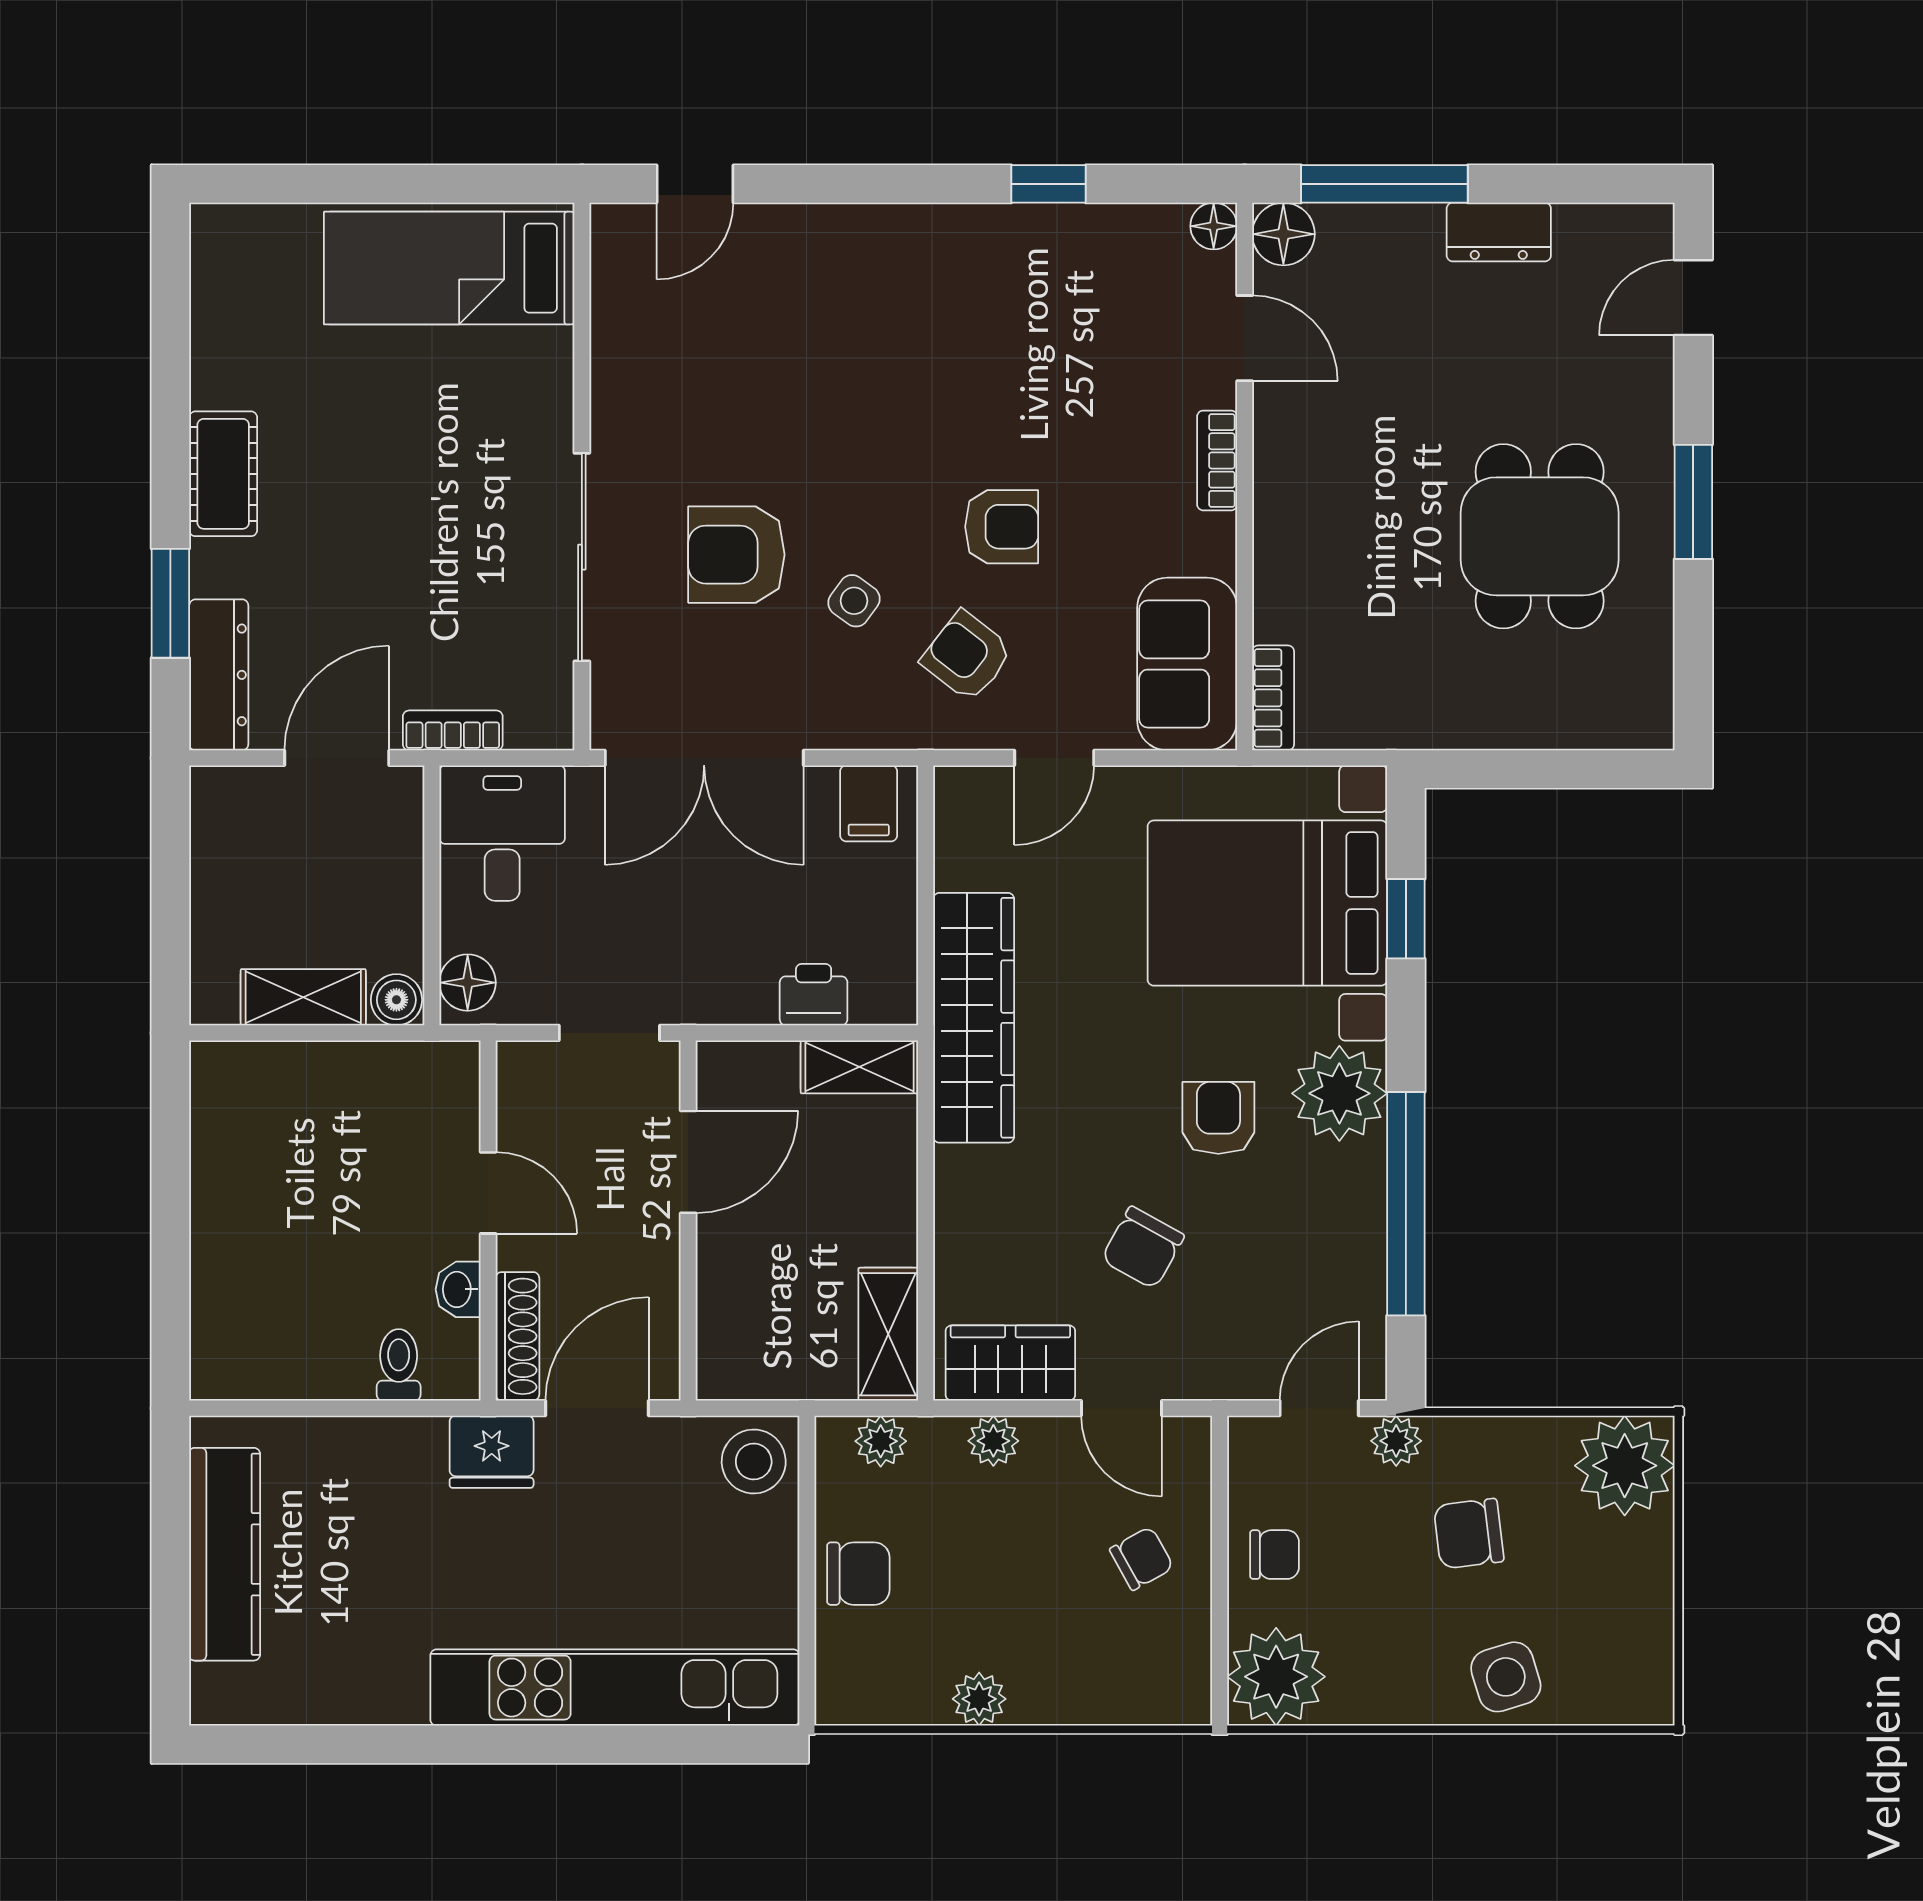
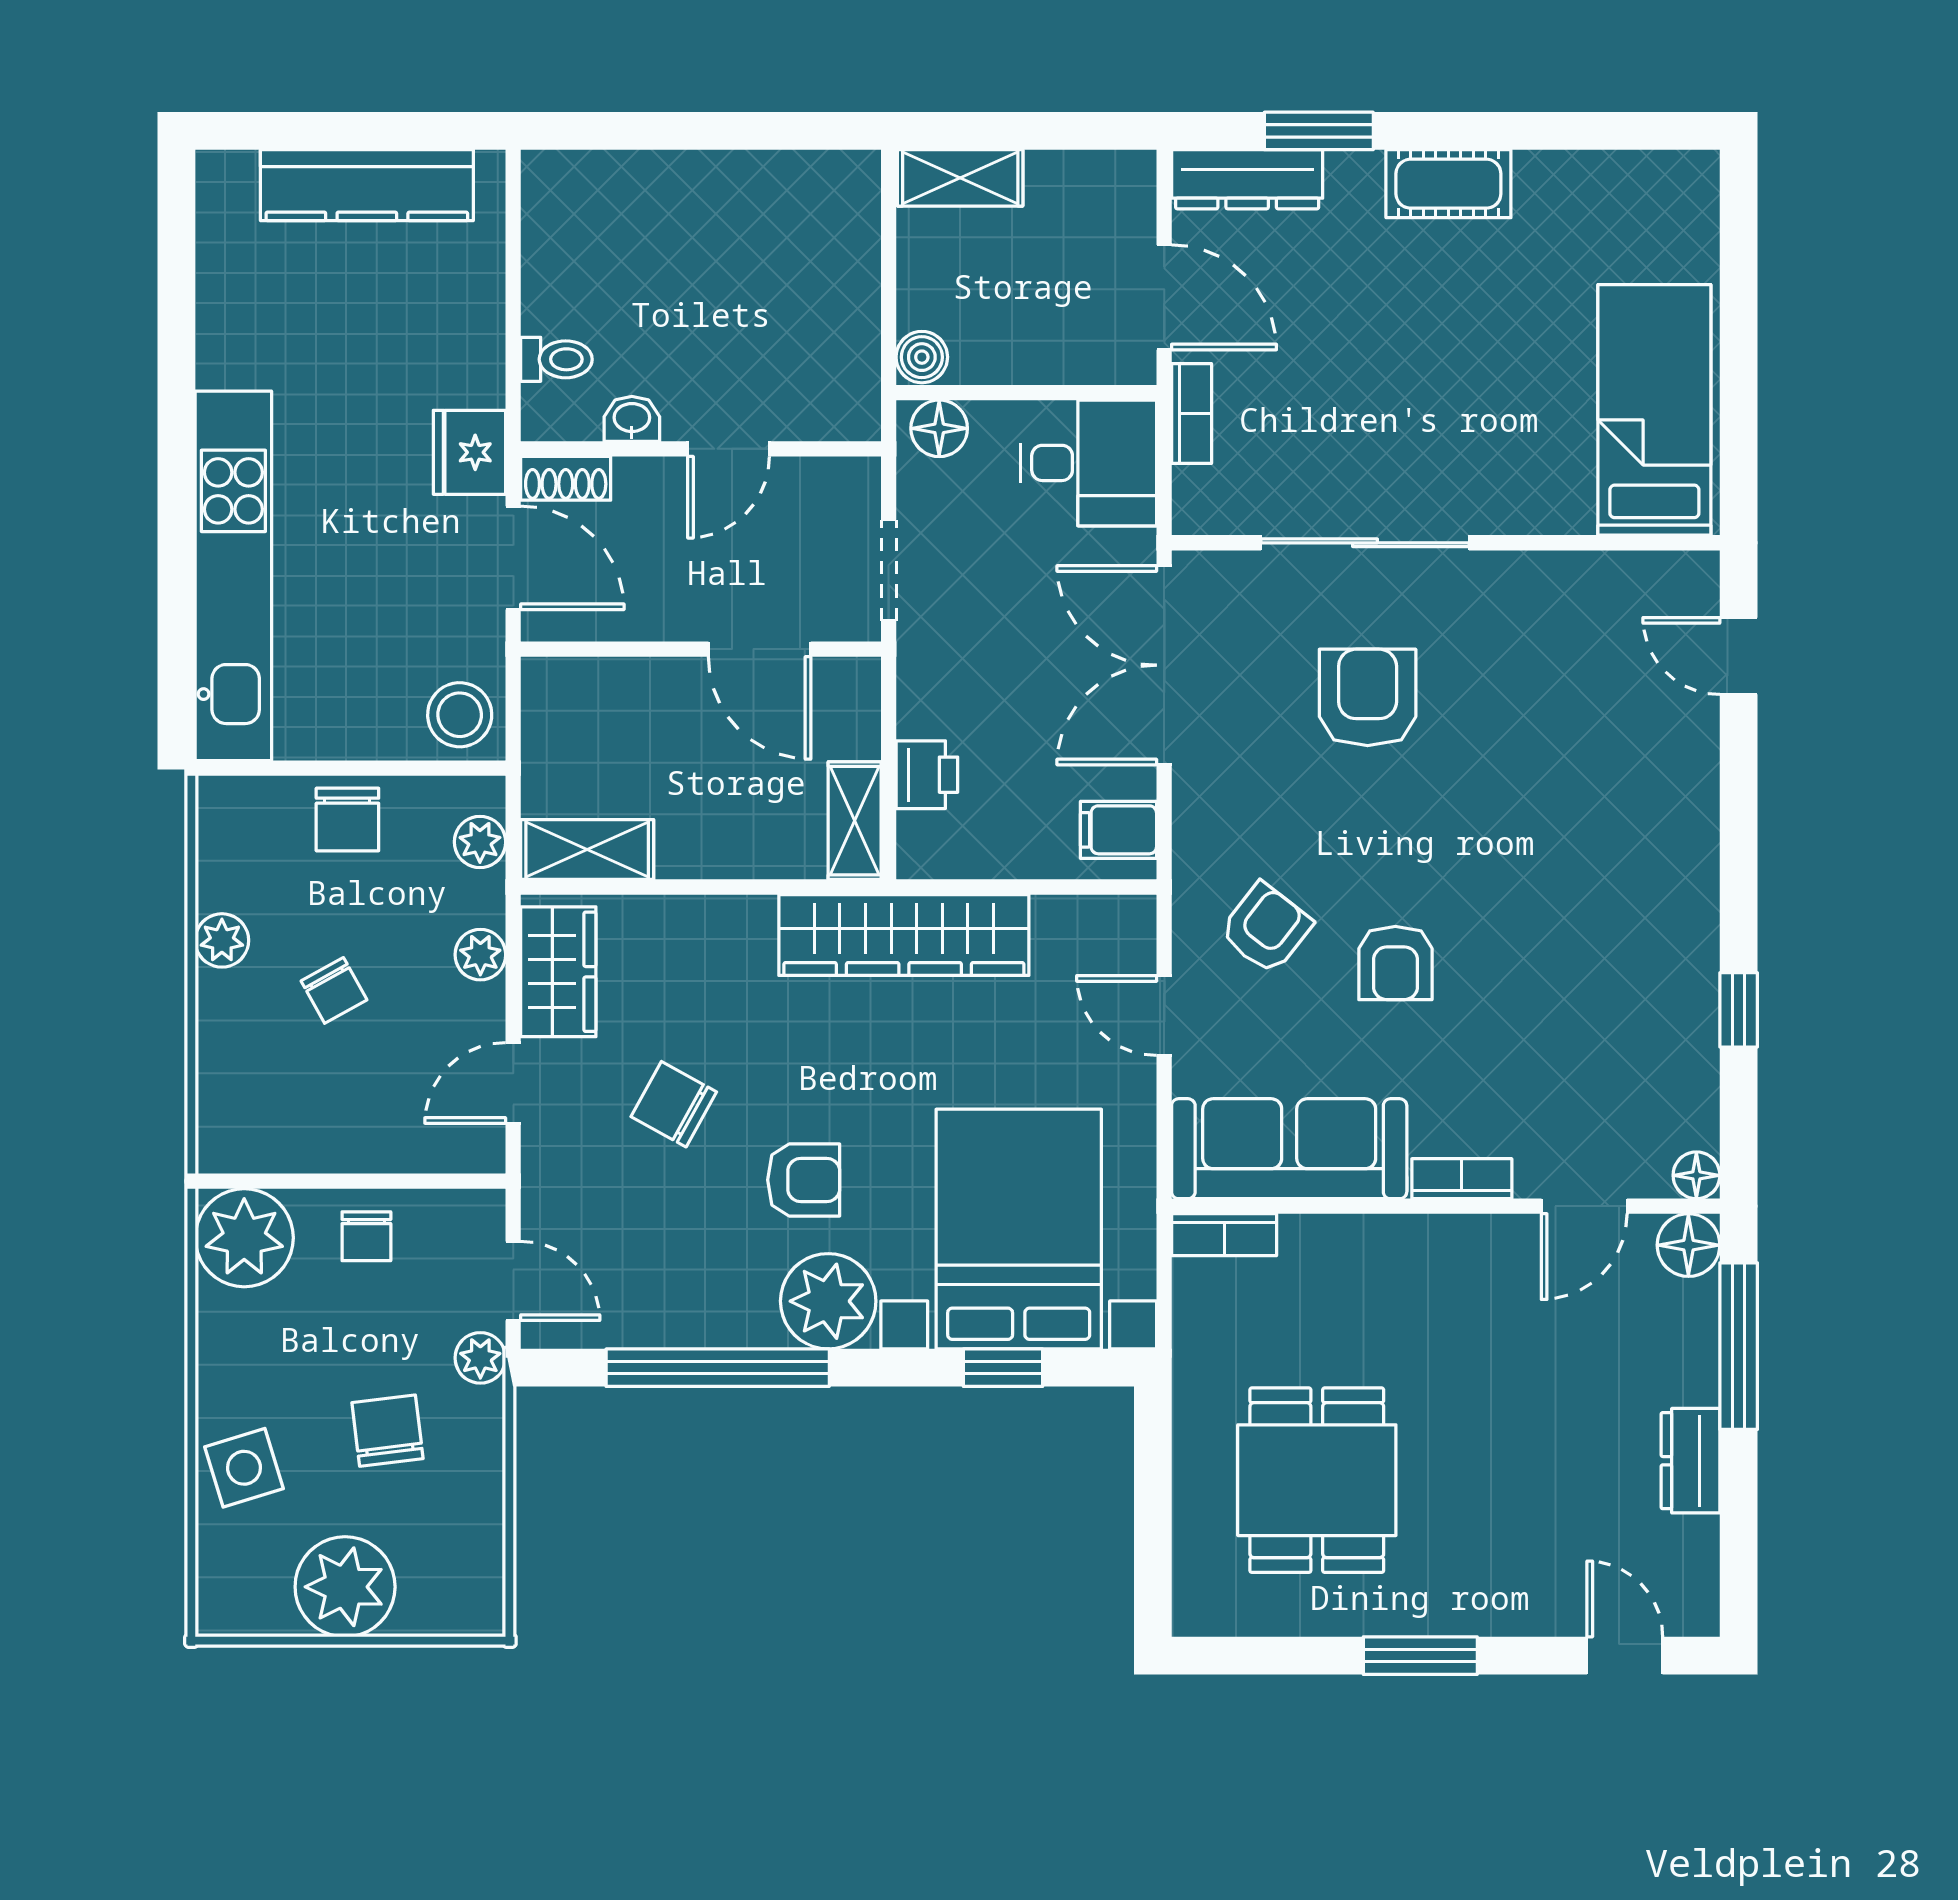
dining table: (1540, 536) -> (1317, 1480), moved, turned 90
side table: (854, 601) -> (1321, 815), removed
sofa: (1187, 664) -> (1289, 1149), width x1.36
shelving: (303, 997) -> (960, 178), moved, turned 90
shoe rack: (517, 1336) -> (566, 478), width x0.70
plant: (1625, 1466) -> (345, 1587), moved
chair: (1142, 1558) -> (334, 990), moved

